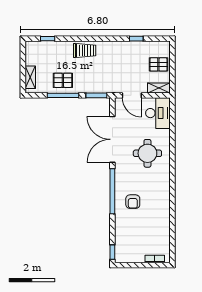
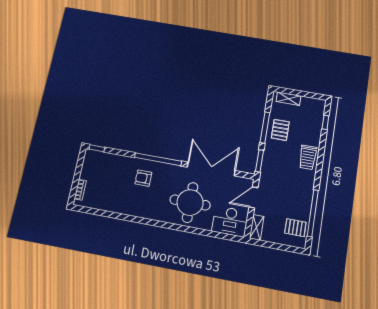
window: (136, 39) -> (313, 213), width x3.17
pallet: (158, 64) -> (295, 228), moved, turned 90
round table: (147, 153) -> (190, 202), width x1.36, depth x1.36

